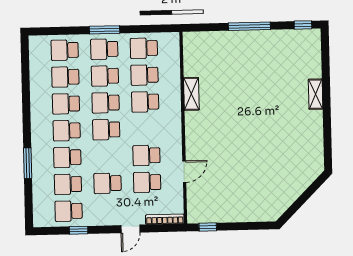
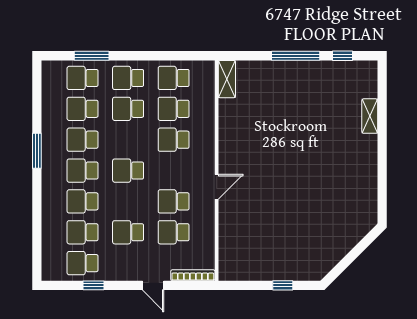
window: (303, 25) -> (343, 56), moved
window: (104, 30) -> (92, 56), moved
shelving: (191, 94) -> (227, 79), moved
shelving: (316, 94) -> (370, 116), moved
school desk: (106, 103) -> (128, 140), removed
window: (28, 163) -> (37, 151), moved
door: (184, 172) -> (217, 187), moved
window: (208, 227) -> (283, 285), moved
door: (130, 229) -> (153, 285), hinge flipped

